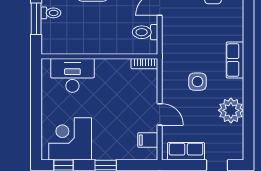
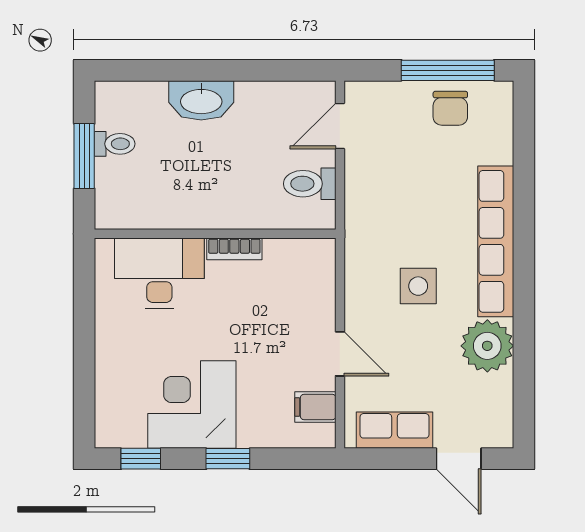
row of seats: (235, 60) -> (496, 241), width x2.02
bookcase: (144, 64) -> (234, 249), moved
corner desk: (70, 139) -> (192, 404), moved

